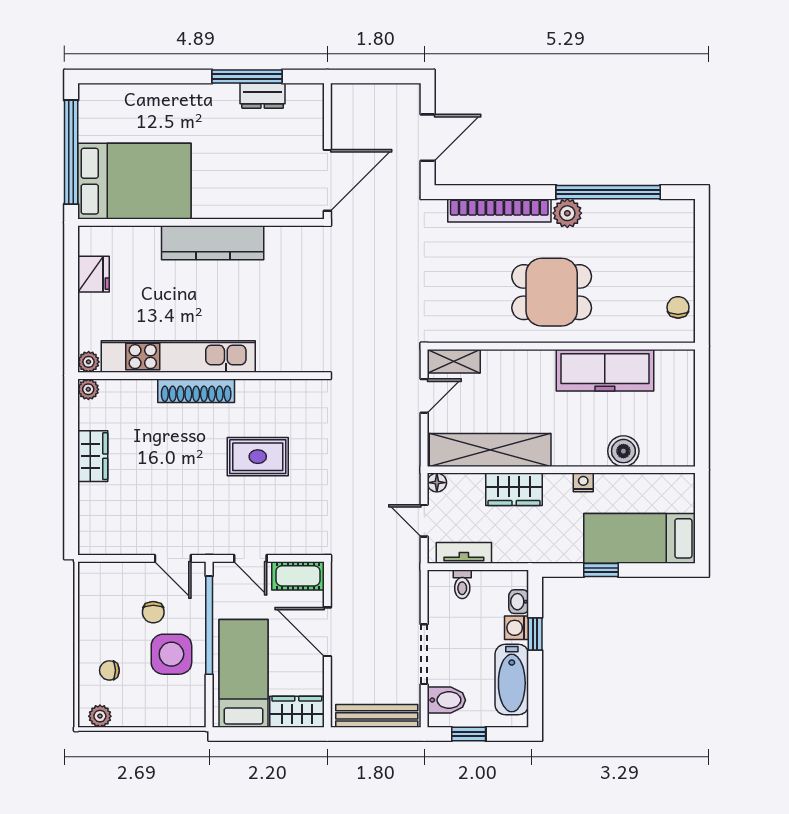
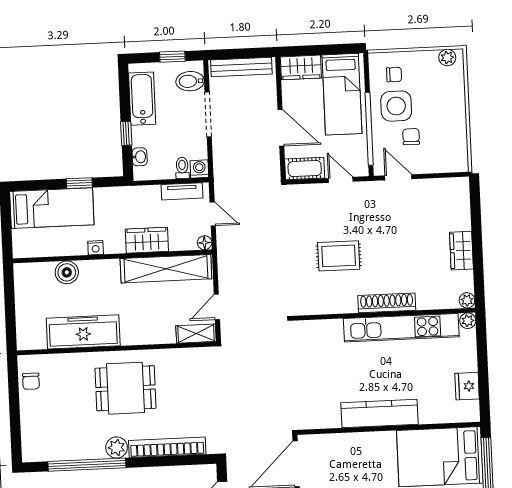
washing machine: (517, 628) -> (199, 169), moved, turned -90
chair: (109, 670) -> (394, 75), moved

